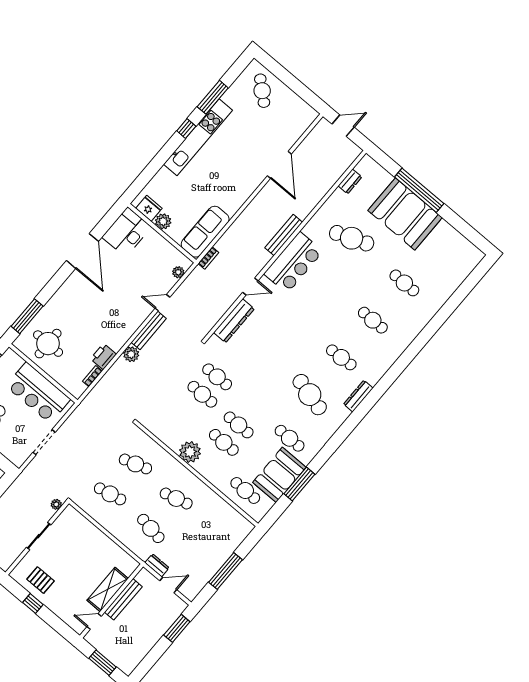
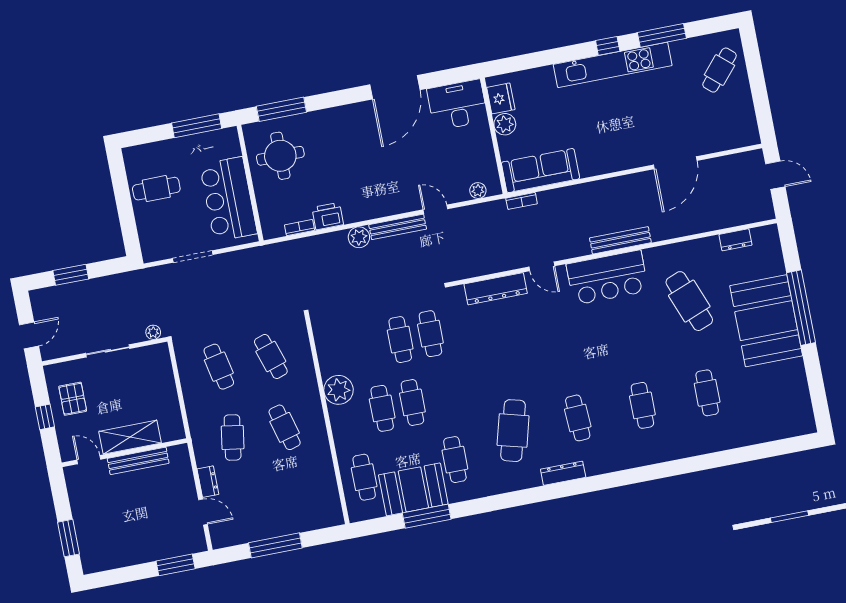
shelving: (108, 589) -> (130, 437), moved
bench: (123, 599) -> (138, 461), moved
wall: (112, 601) -> (124, 453), moved
door: (94, 621) -> (89, 460), moved

